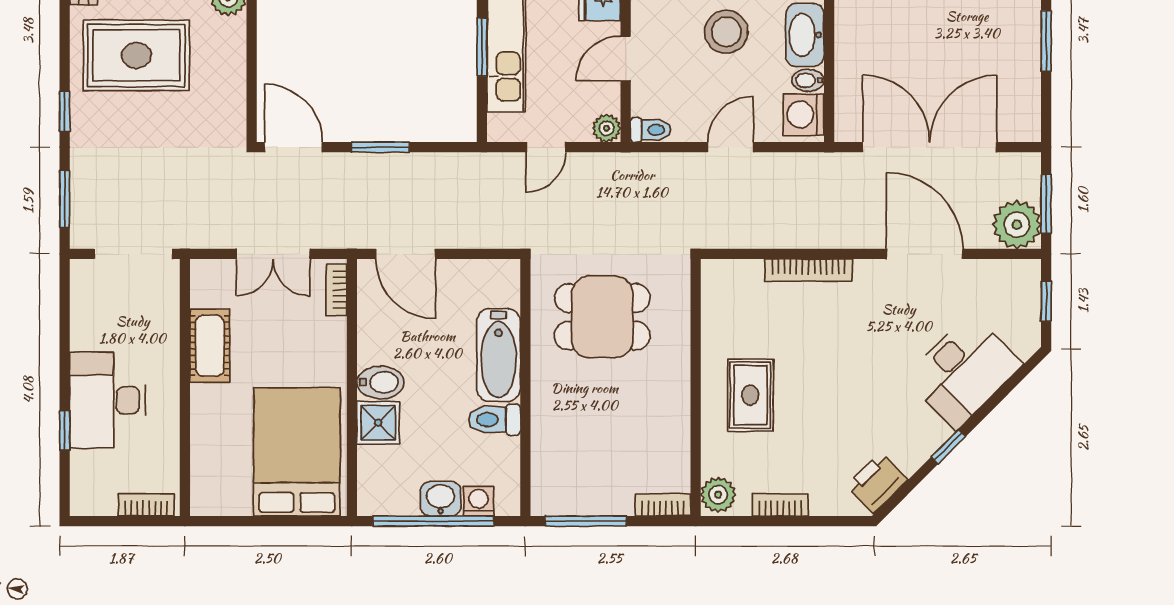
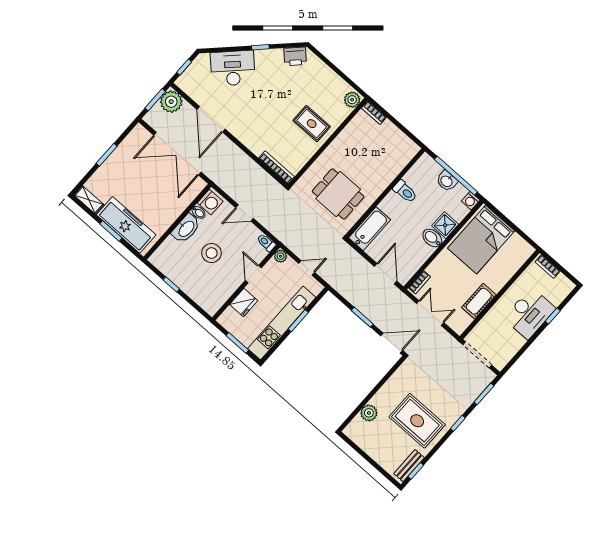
door: (626, 58) -> (253, 274), swing flipped
door: (293, 147) -> (392, 343), swing flipped
bookcase: (809, 270) -> (276, 167), moved
bathtub: (499, 355) -> (370, 229), moved
rug: (750, 395) -> (312, 124), turned 90
washing machine: (479, 501) -> (471, 201), moved
bookcase: (780, 505) -> (334, 78), removed
window: (586, 521) -> (404, 130), removed

